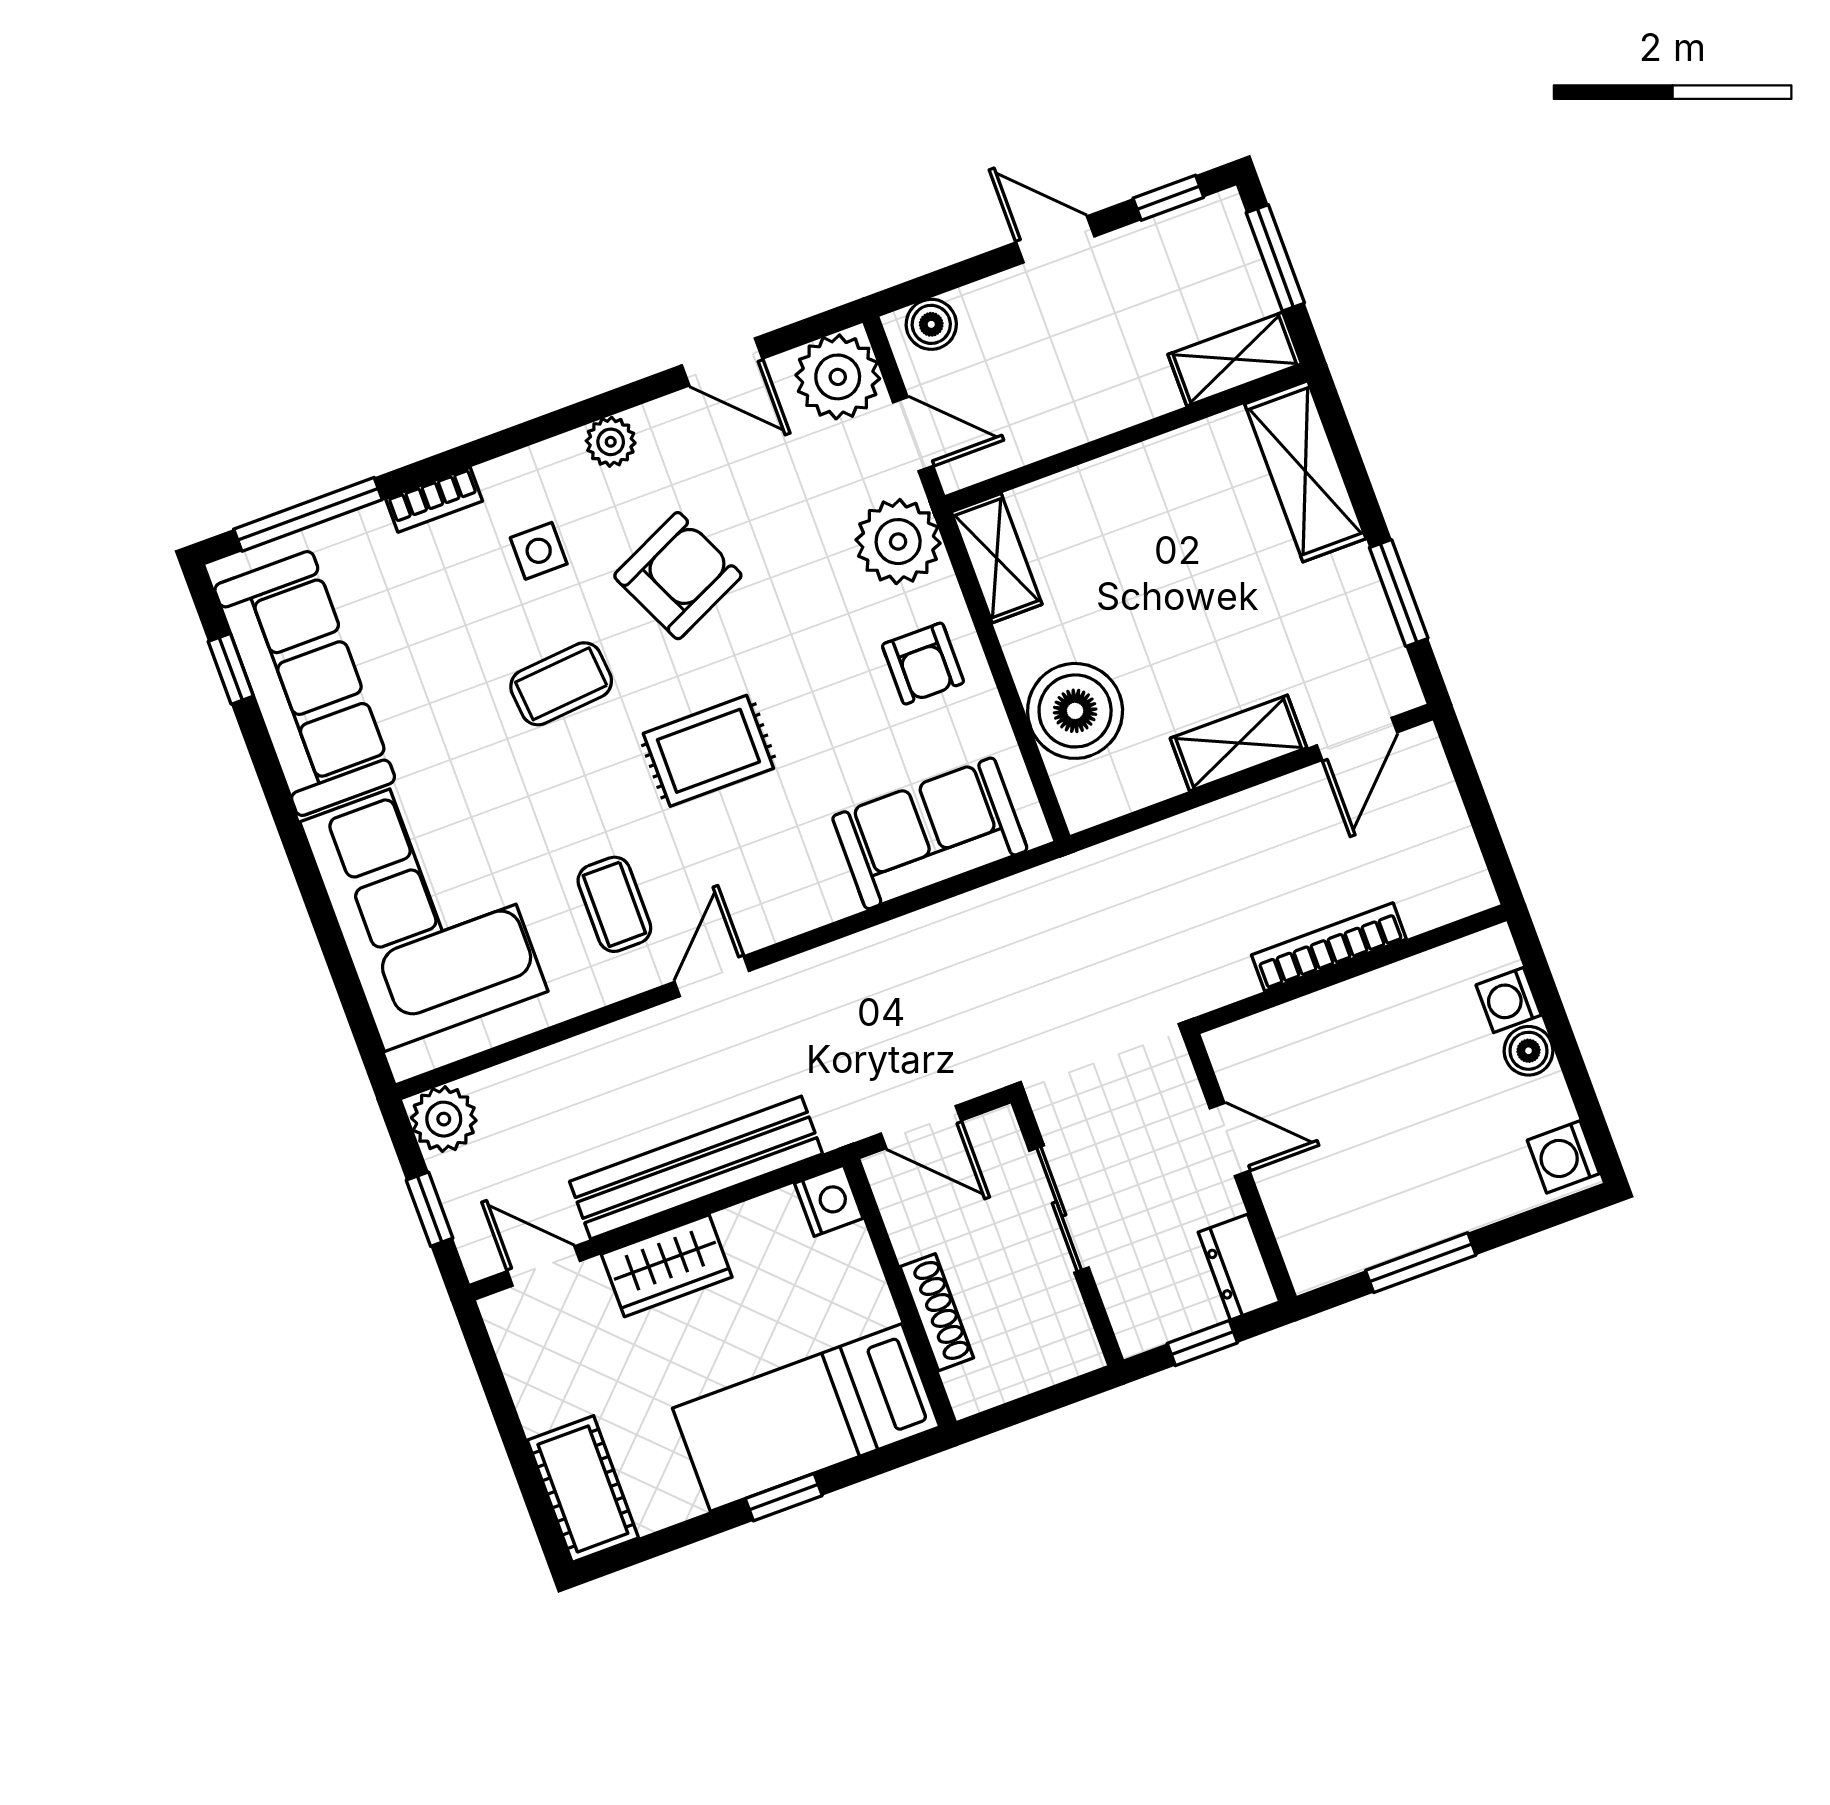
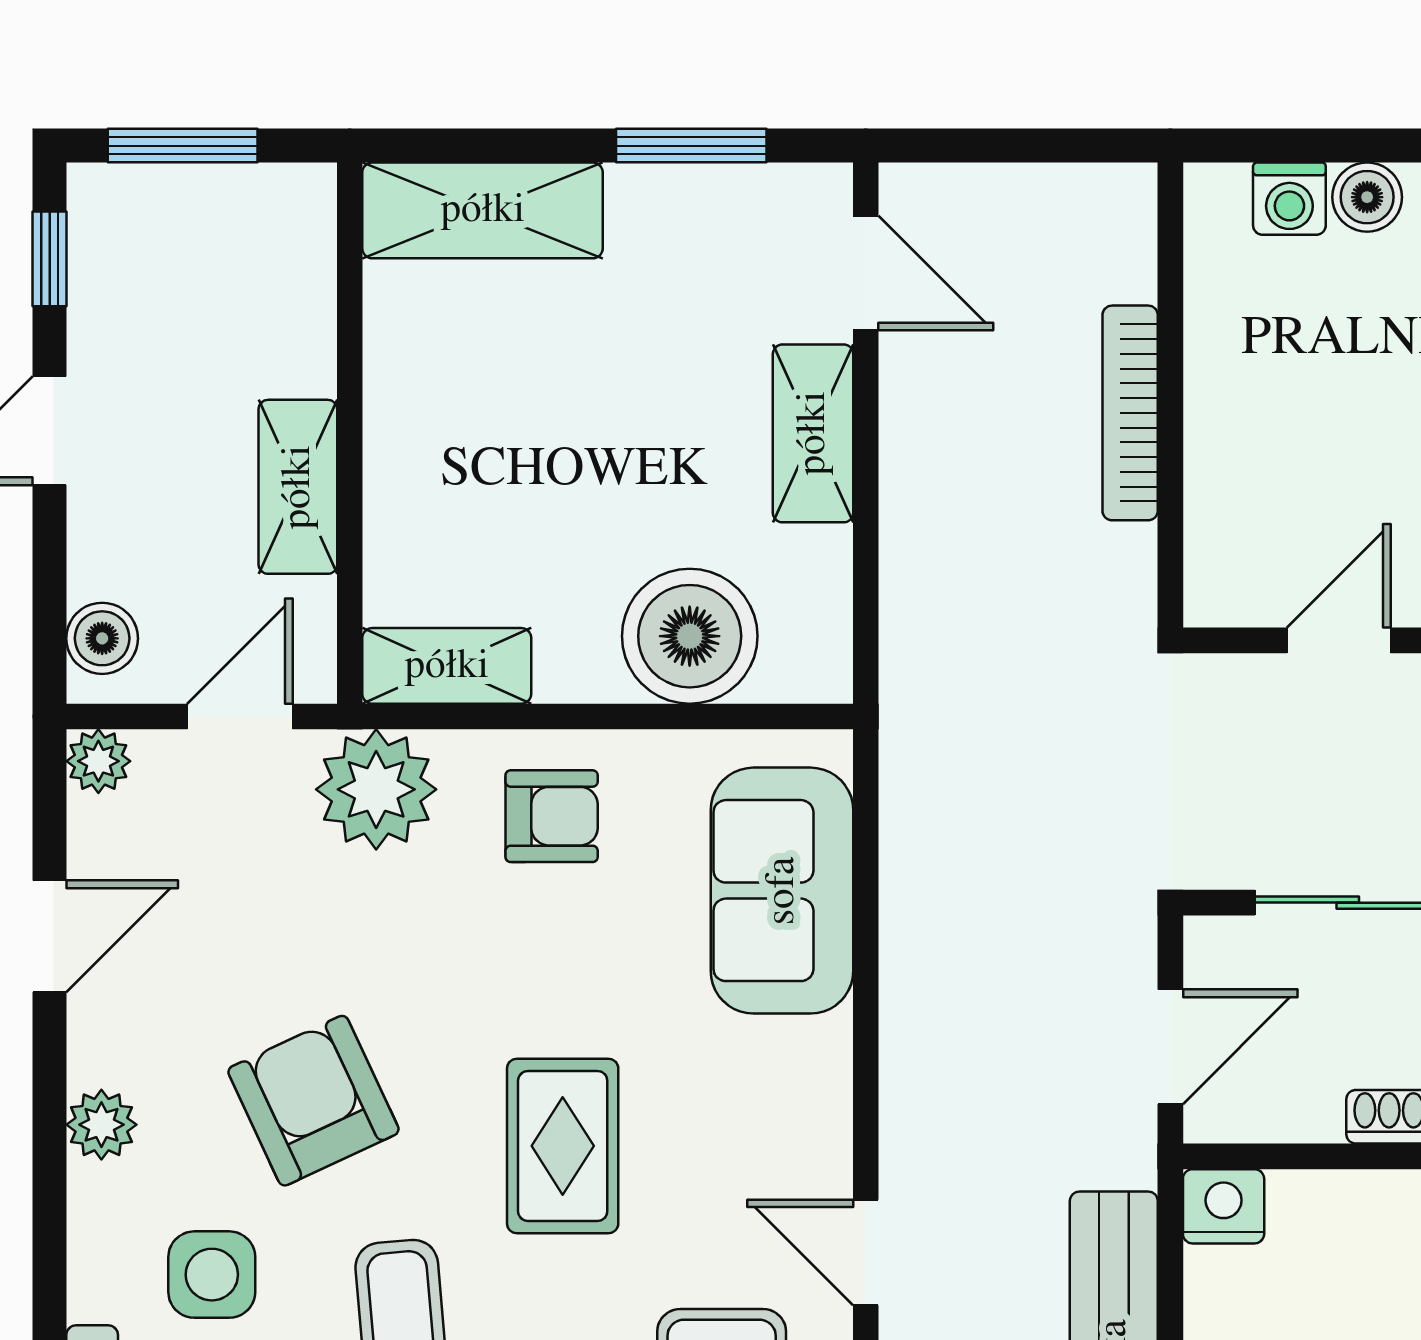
shelving: (1235, 359) -> (298, 487), moved
plant: (838, 377) -> (98, 761), width x0.53, depth x0.53
side table: (539, 551) -> (212, 1275), width x1.37, depth x1.37

